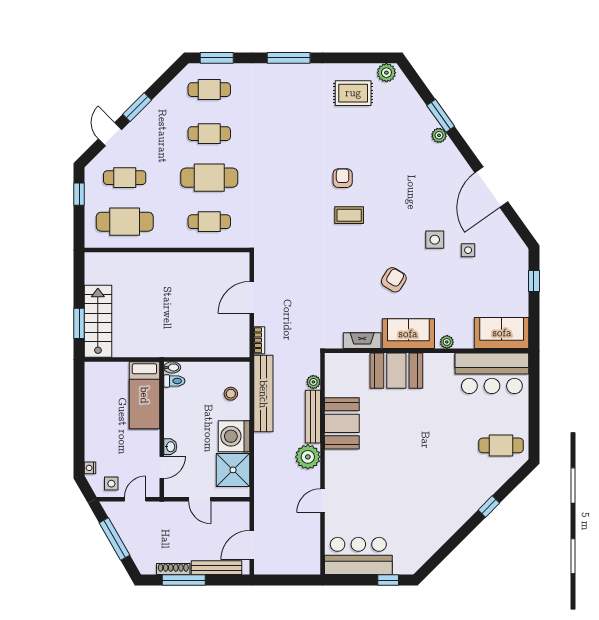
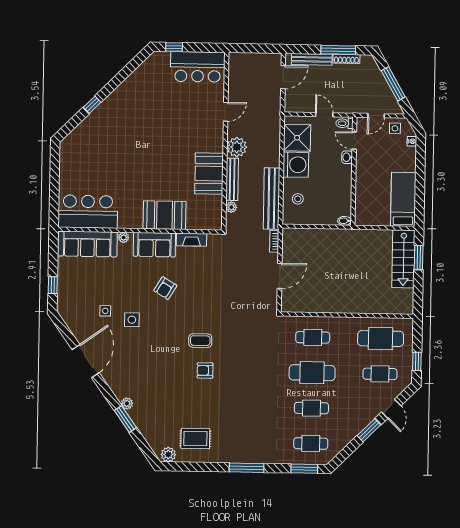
armchair: (343, 178) -> (205, 370), turned 90
sofa: (502, 333) -> (87, 244), width x1.36
toilet: (174, 381) -> (344, 123), moved
bed: (144, 395) -> (403, 199), moved
cafe table: (501, 445) -> (82, 154), removed
door: (162, 467) -> (354, 141), hinge flipped

